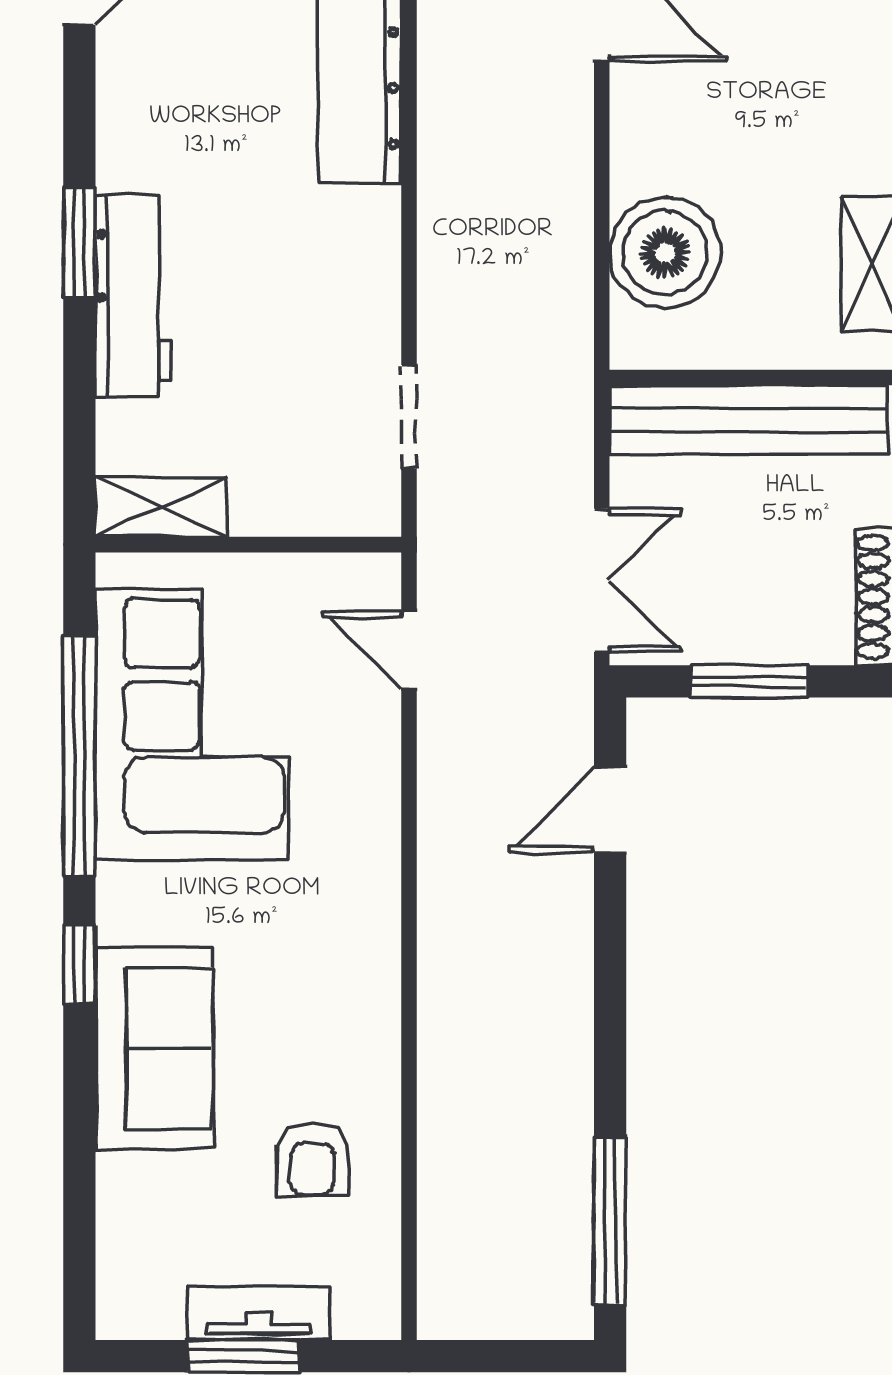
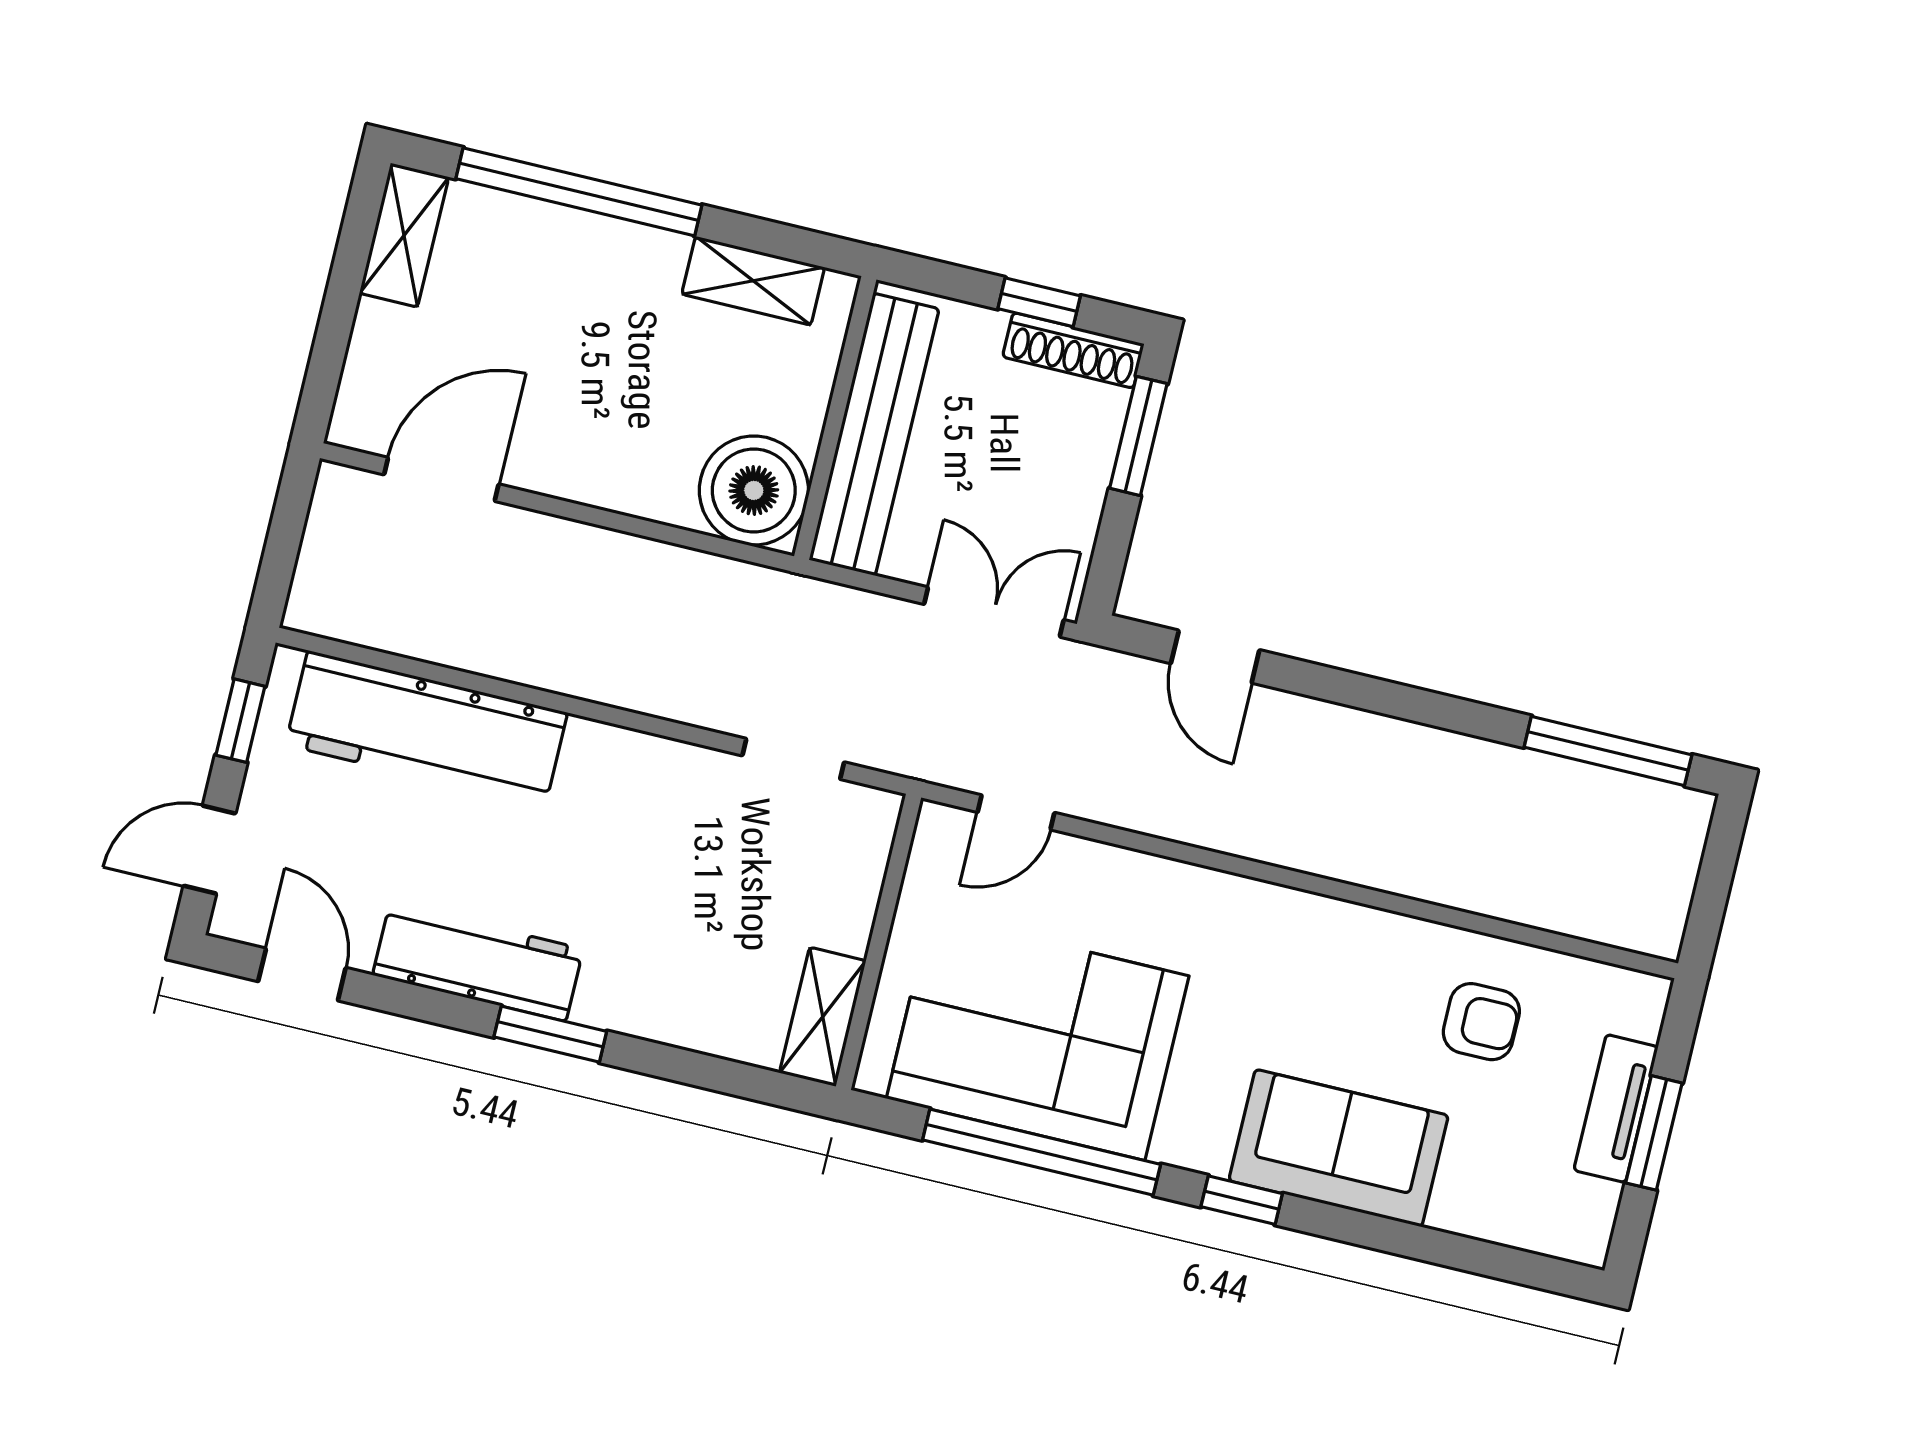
boiler: (665, 253) -> (754, 490), moved
workbench: (133, 296) -> (478, 962), moved
window: (749, 681) -> (1138, 436), moved

